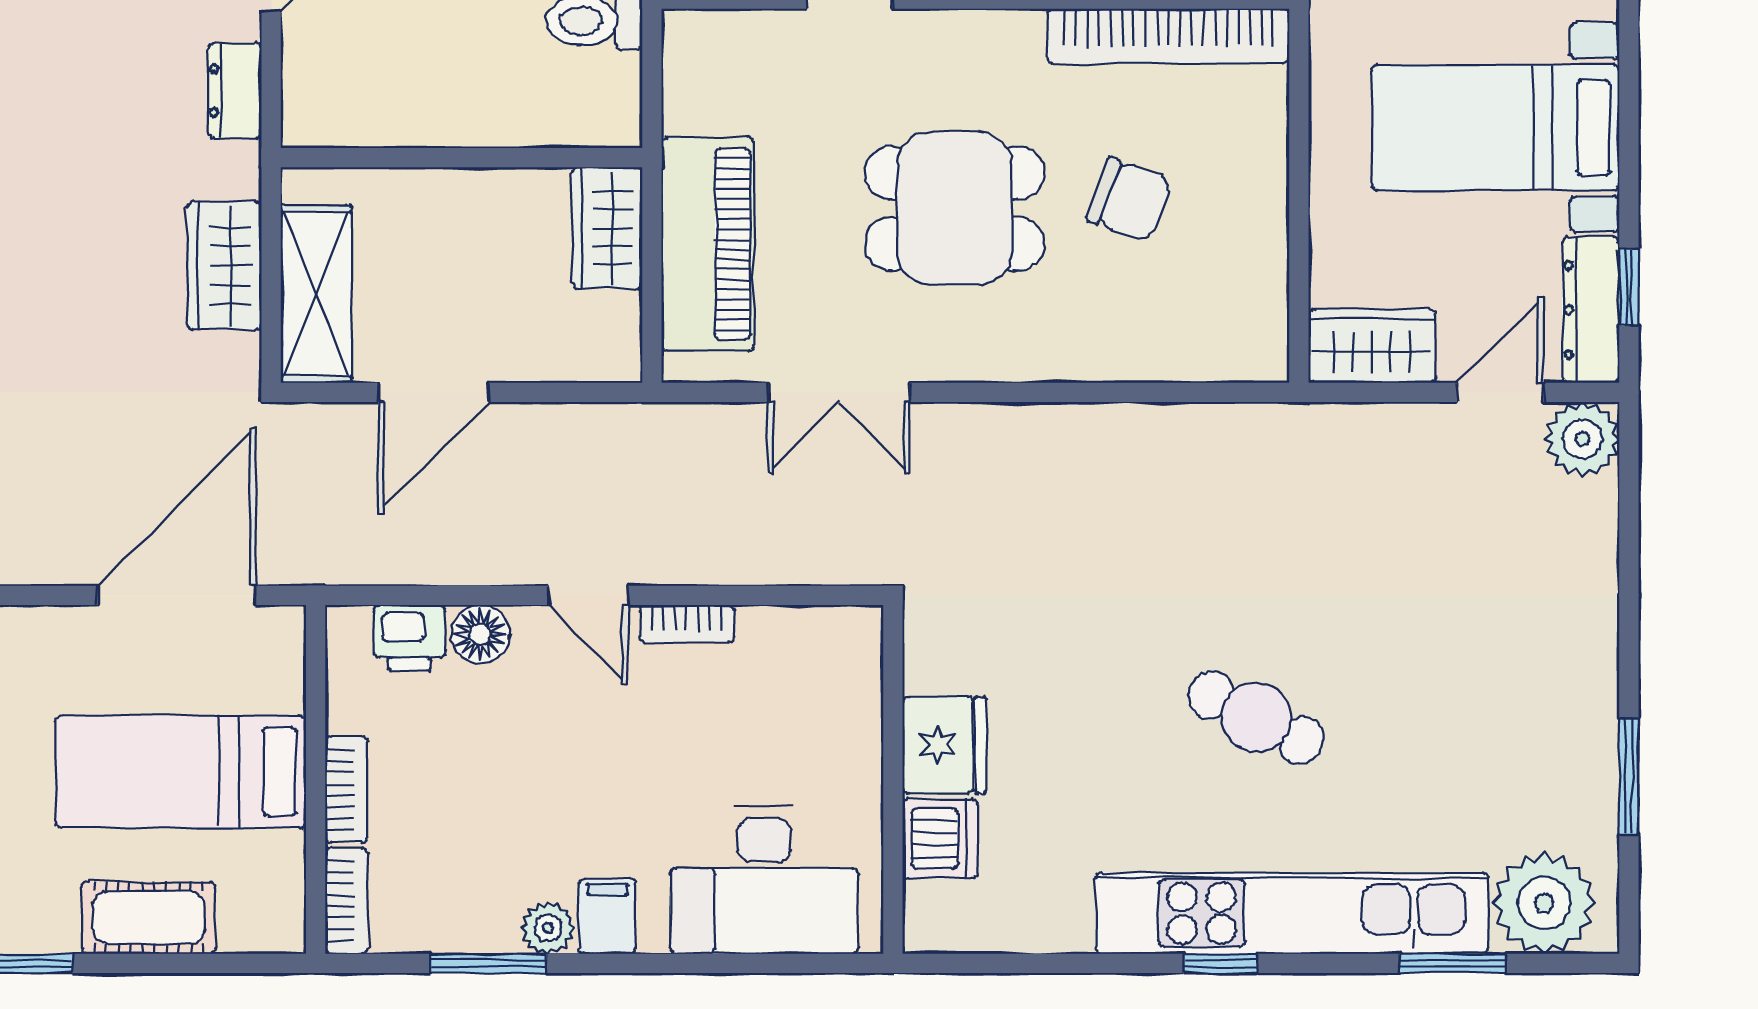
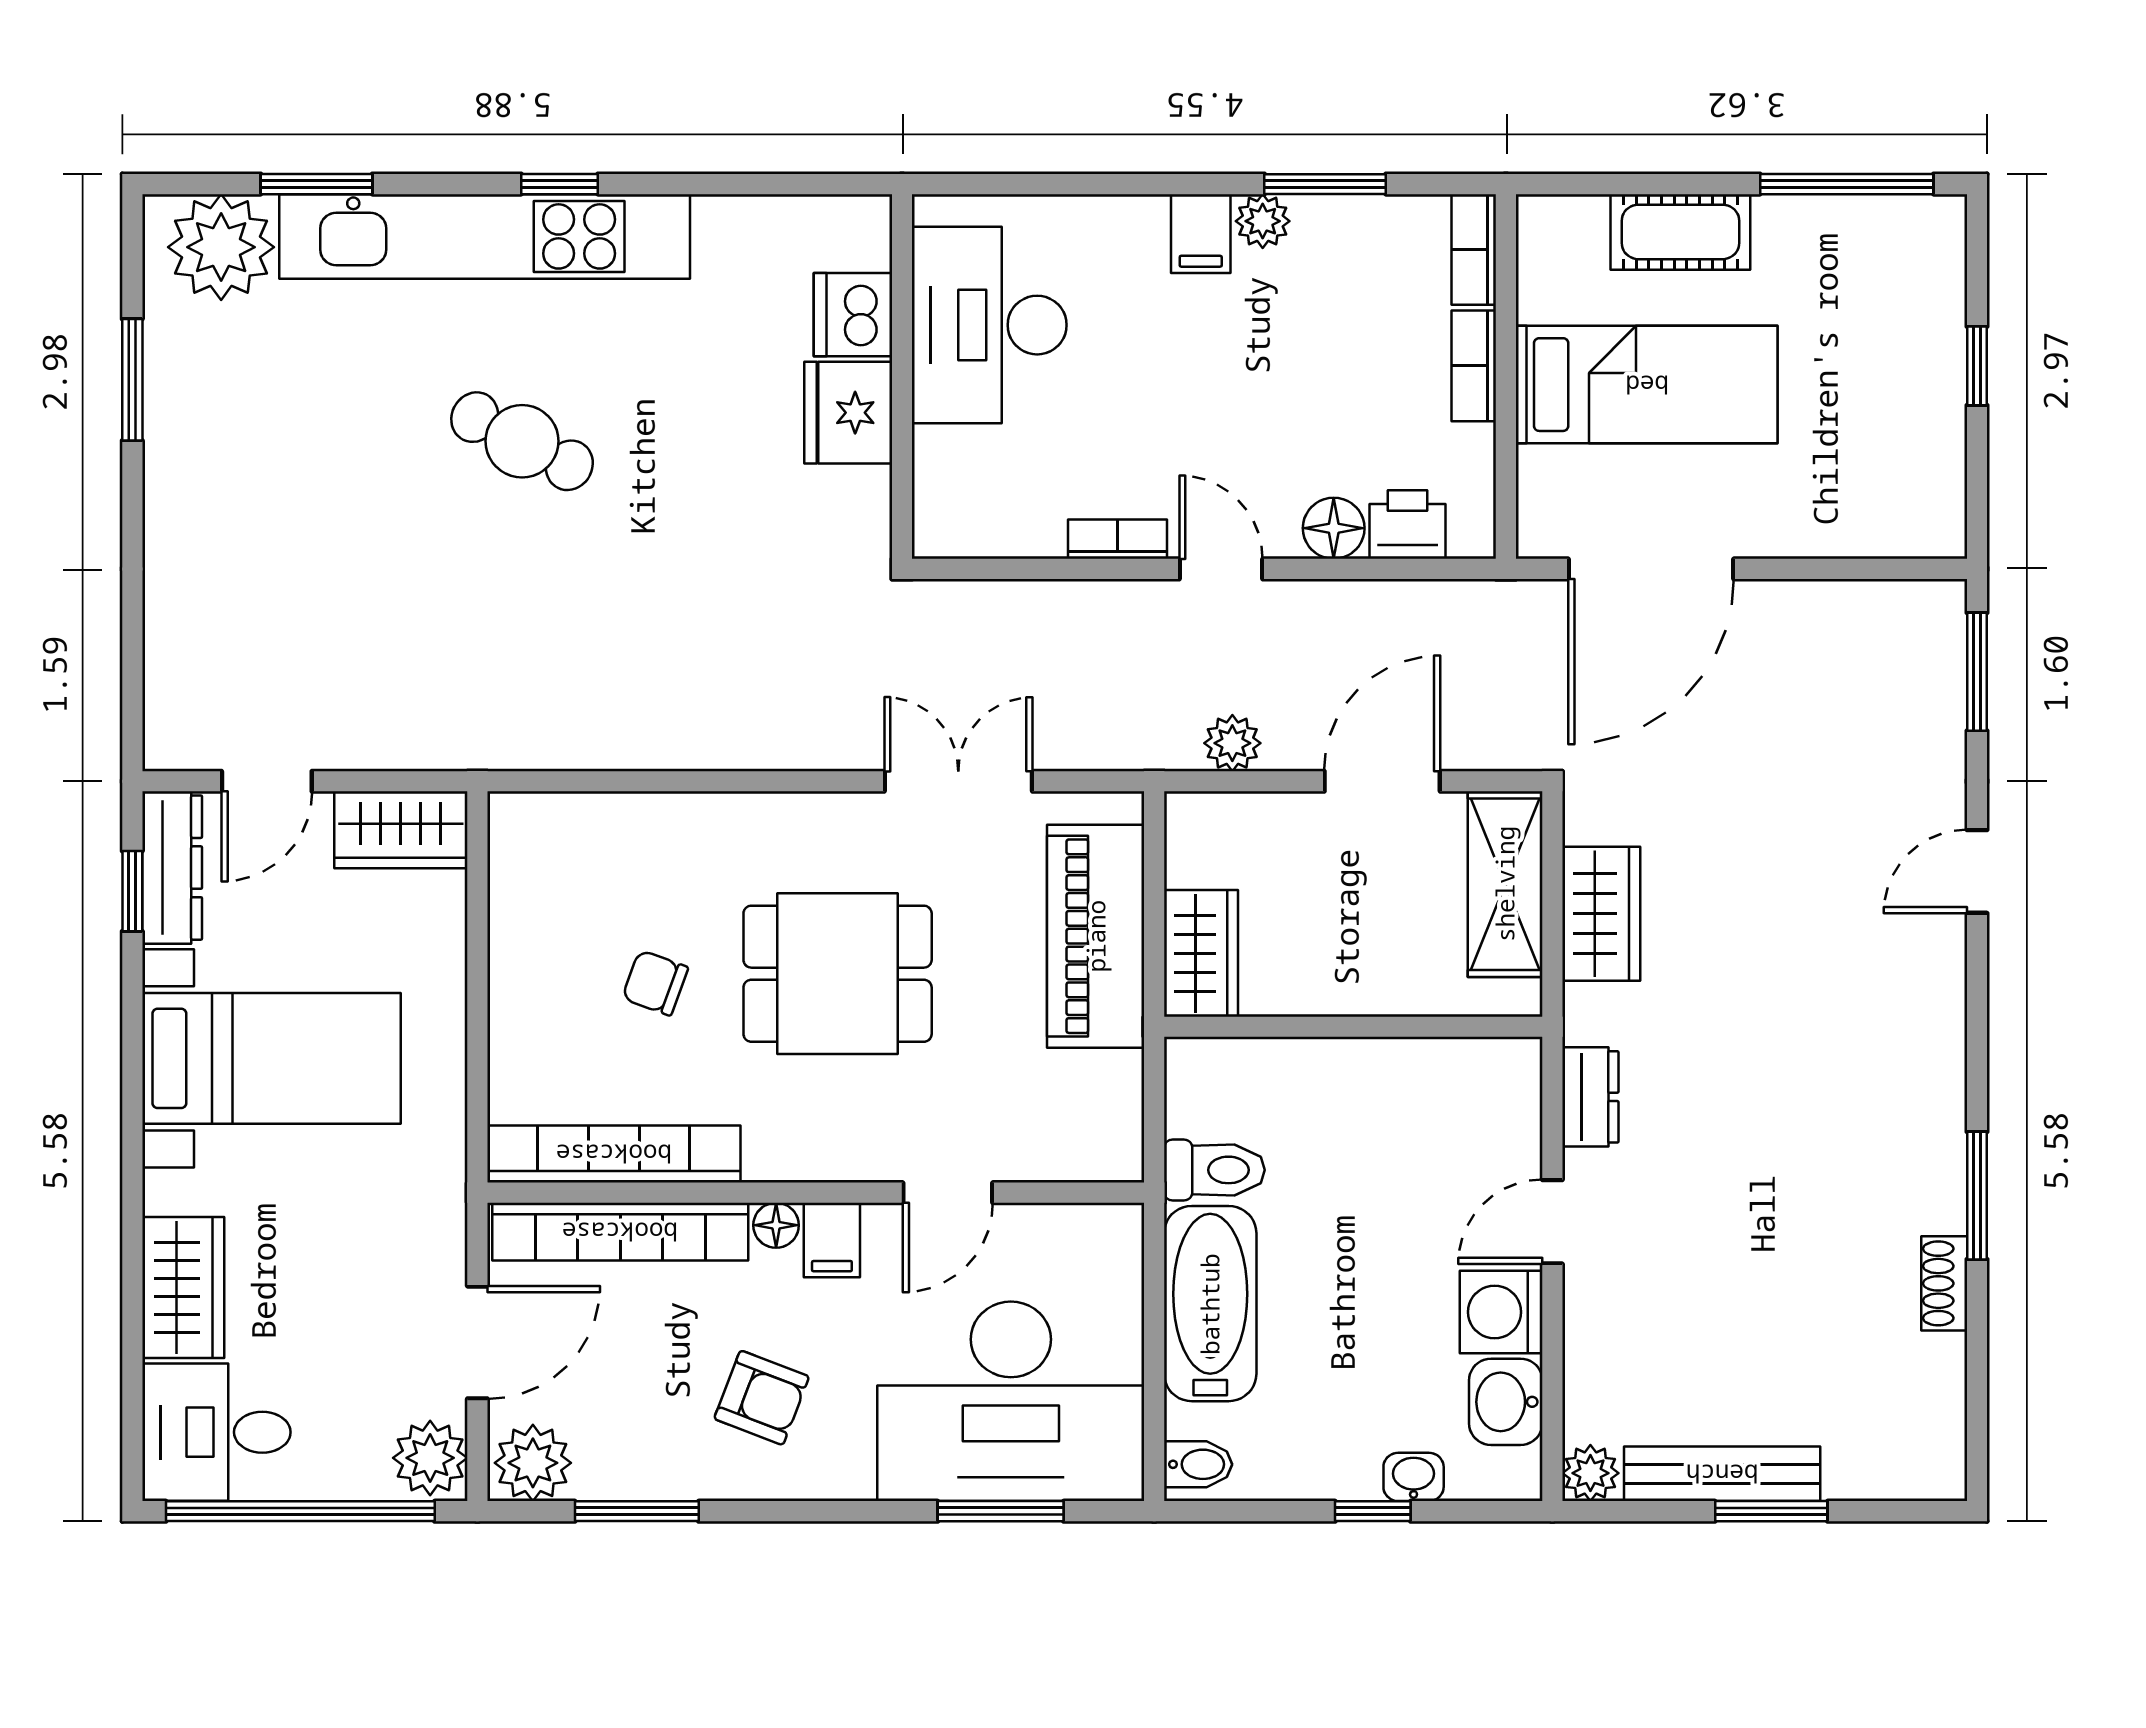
chair: (1129, 200) -> (655, 983), width x0.73, depth x0.73
plant: (1582, 439) -> (1232, 743), moved, width x0.73, depth x0.73
desk: (764, 880) -> (989, 325), moved, turned -90

